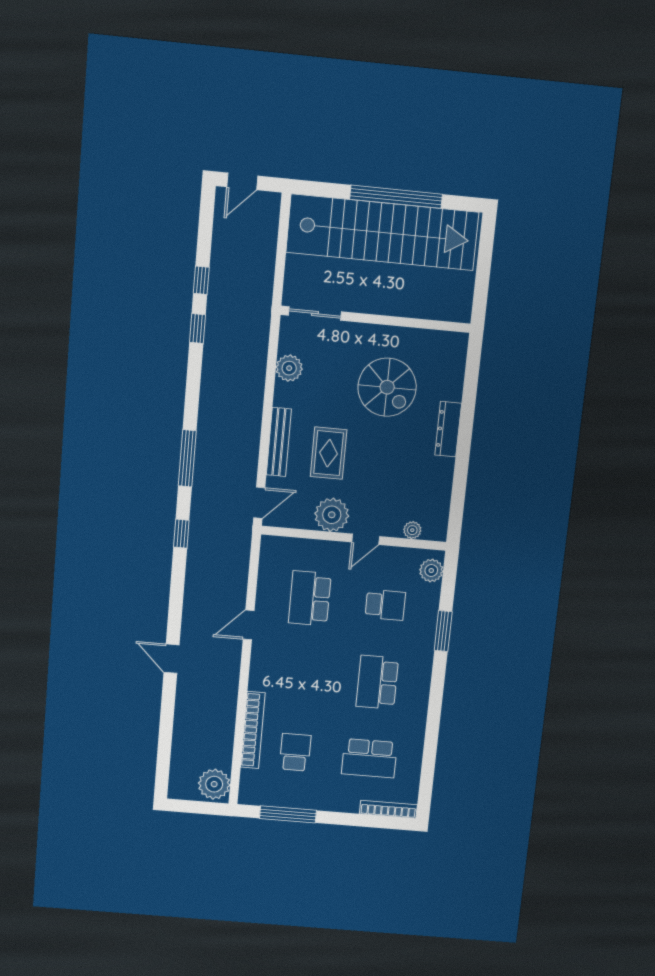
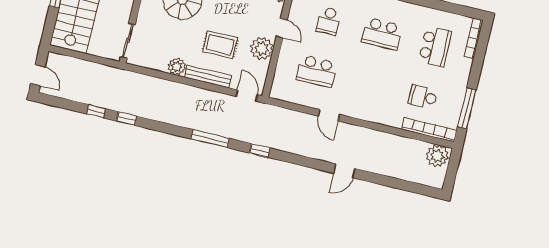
plant: (289, 368) -> (177, 67), moved
school desk: (385, 605) -> (329, 21), turned 180
bookcase: (253, 730) -> (429, 130), moved

